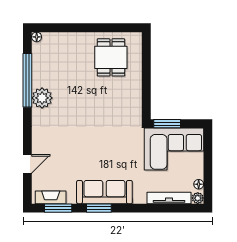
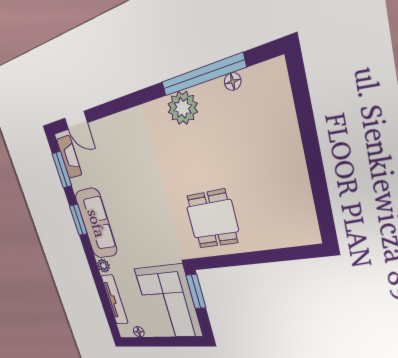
floor lamp: (37, 37) -> (233, 81), moved
dining table: (111, 57) -> (212, 219), moved, turned 90
door: (27, 164) -> (76, 120), moved
plant: (198, 198) -> (104, 266), moved

